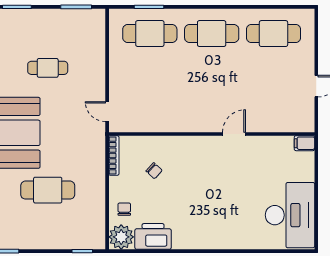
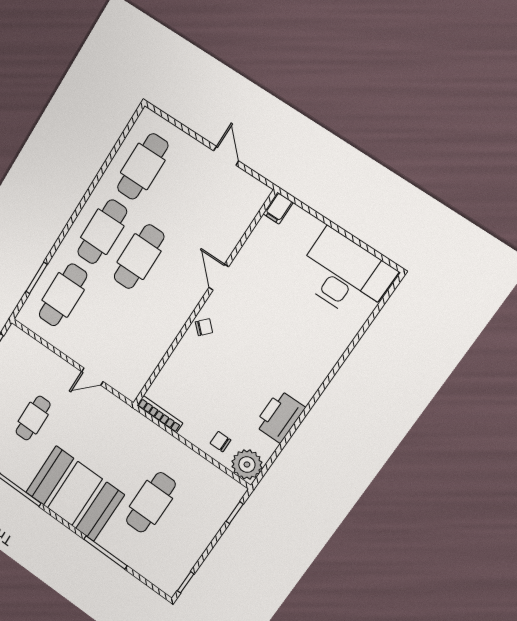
cafe table: (212, 70) -> (139, 257), added
door: (107, 112) -> (92, 377), moved
chair: (154, 171) -> (204, 327), moved
printer: (153, 236) -> (280, 416), moved

